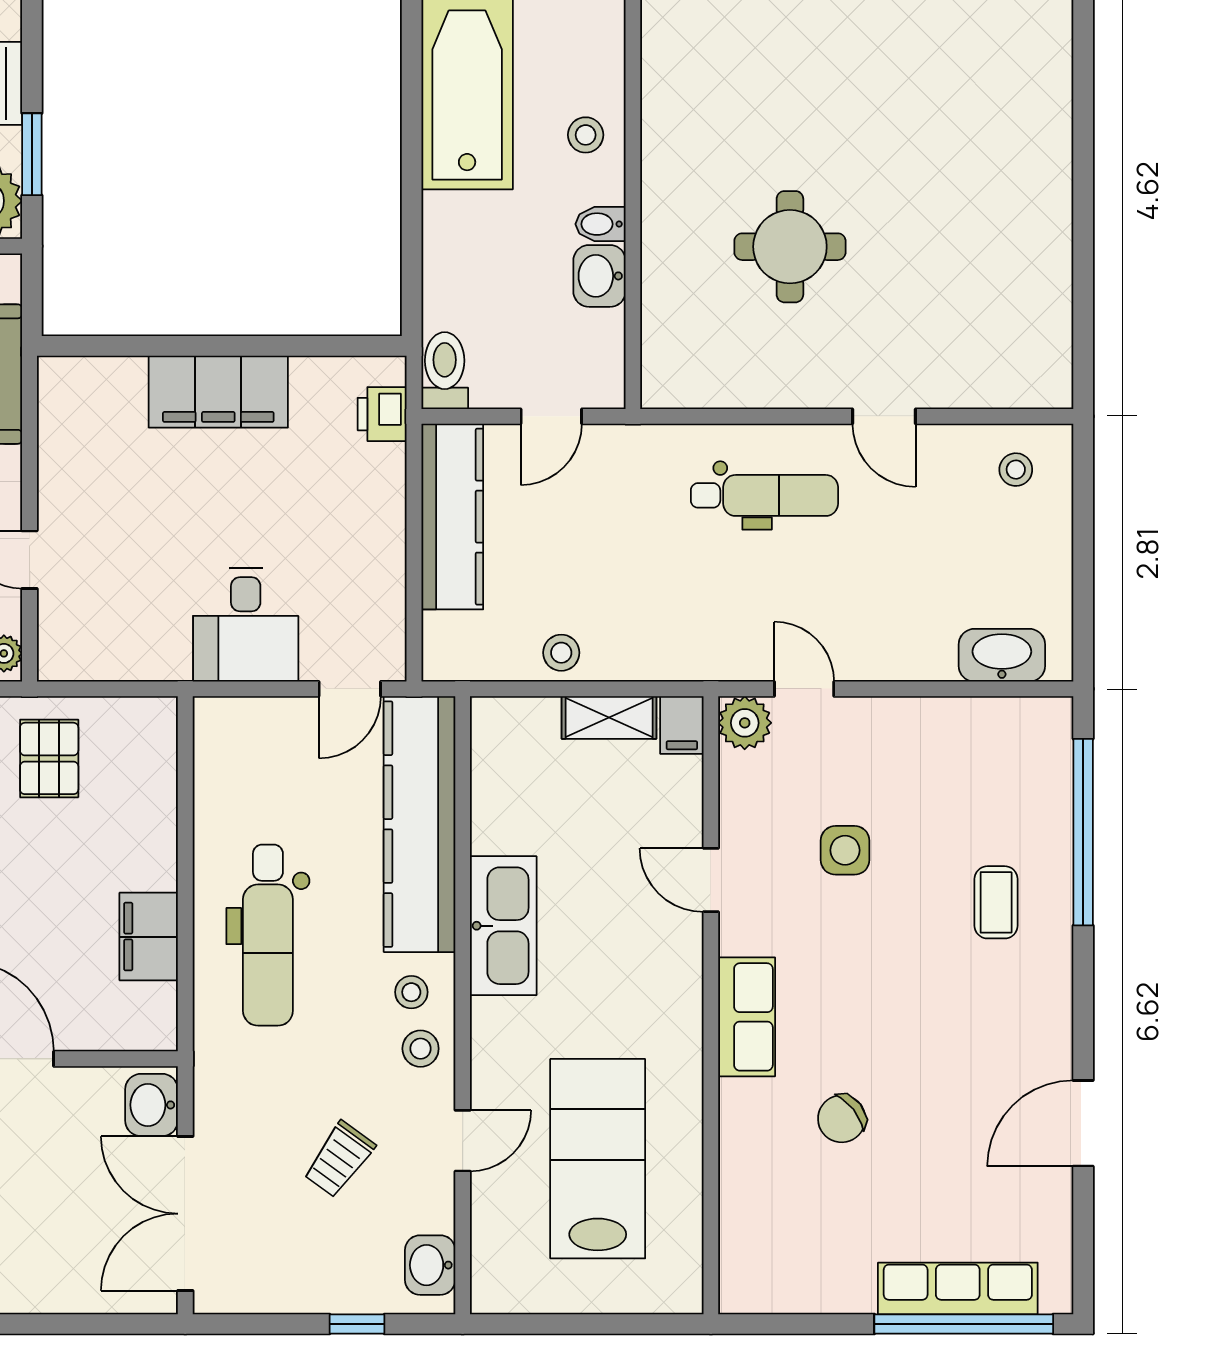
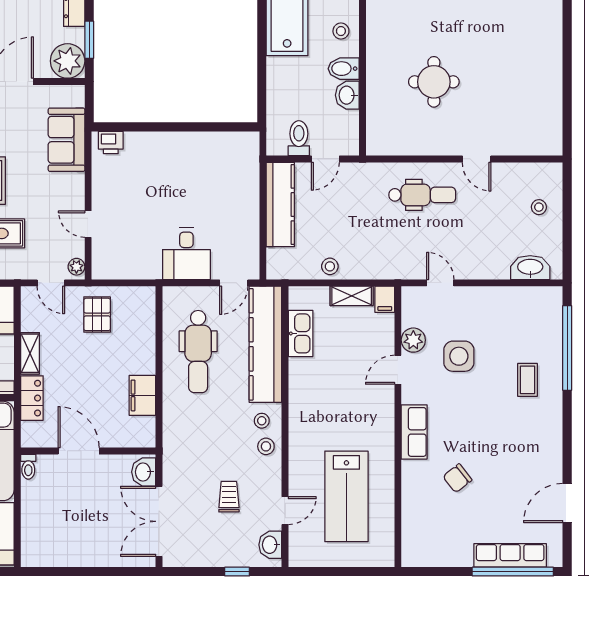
bidet: (601, 224) -> (344, 69), width x1.38, depth x1.36
toilet: (445, 371) -> (299, 138), moved
filing cabinet: (218, 392) -> (174, 148), removed
printer: (382, 414) -> (111, 142), moved, turned -90
stool: (1016, 470) -> (539, 207), moved
plant: (745, 723) -> (413, 340), moved
side table: (845, 850) -> (459, 356), width x1.37, depth x1.37
door: (711, 880) -> (398, 370), hinge flipped
kitchen sink: (503, 926) -> (301, 333), moved, width x0.73, depth x0.81
dental chair: (268, 935) -> (198, 352), moved
door: (1083, 1123) -> (567, 503), moved
door: (463, 1141) -> (285, 511), moved
trolley: (339, 1159) -> (229, 497), turned 144
lab bench: (598, 1159) -> (346, 496), turned 180

